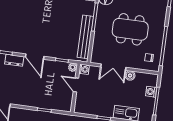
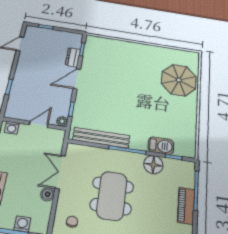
washing machine: (84, 69) -> (12, 128), moved

